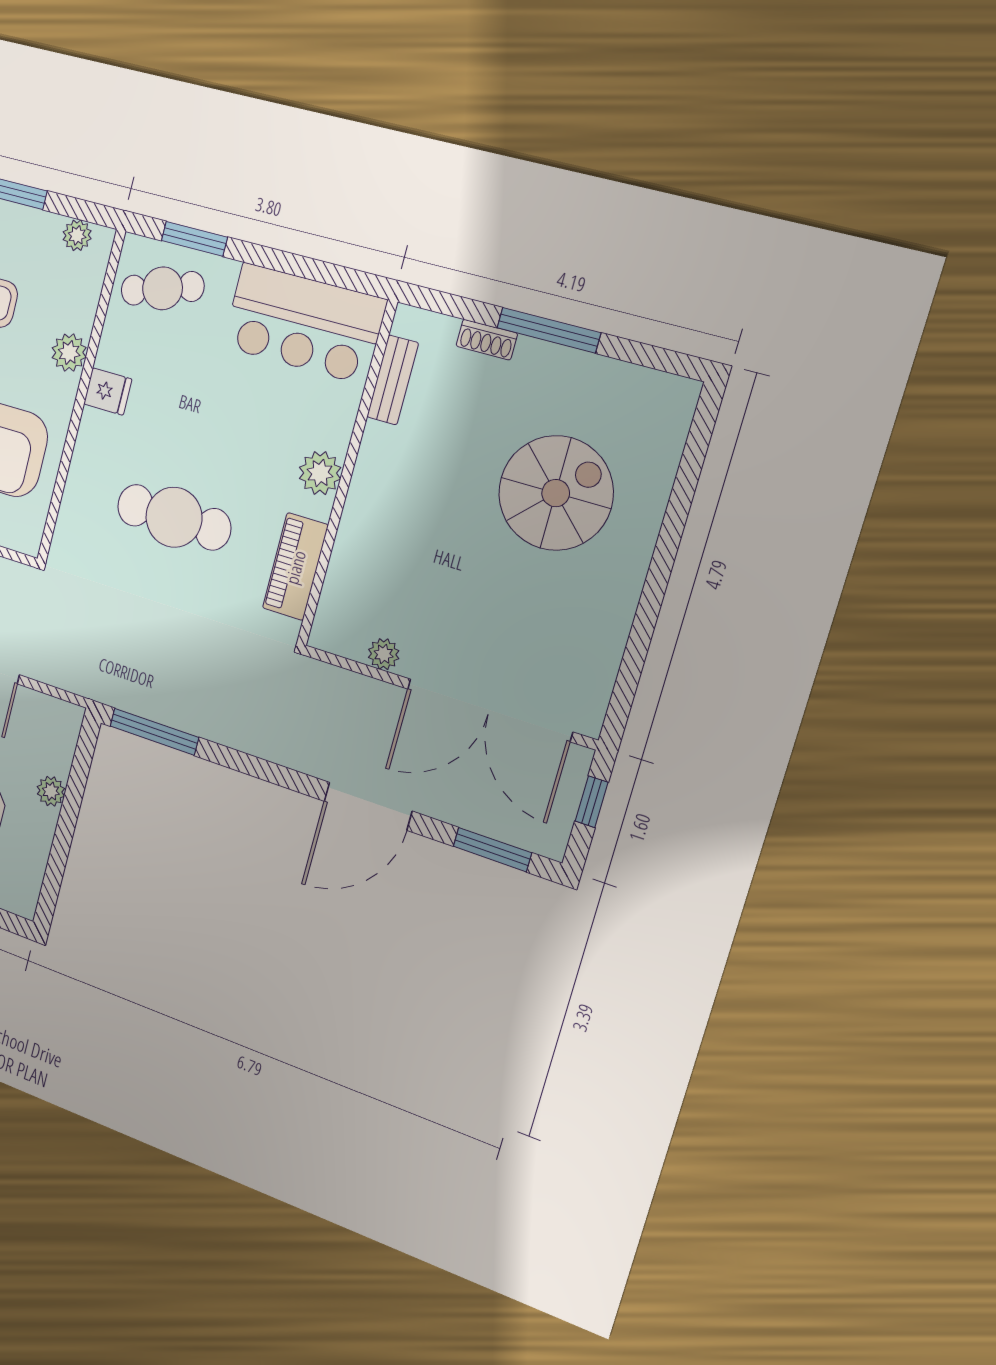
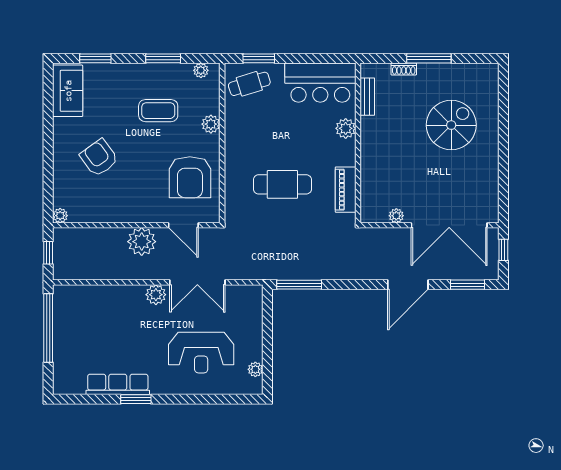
fridge: (108, 391) -> (235, 137), removed
plant: (320, 473) -> (346, 128), moved
plant: (51, 791) -> (255, 369), moved

